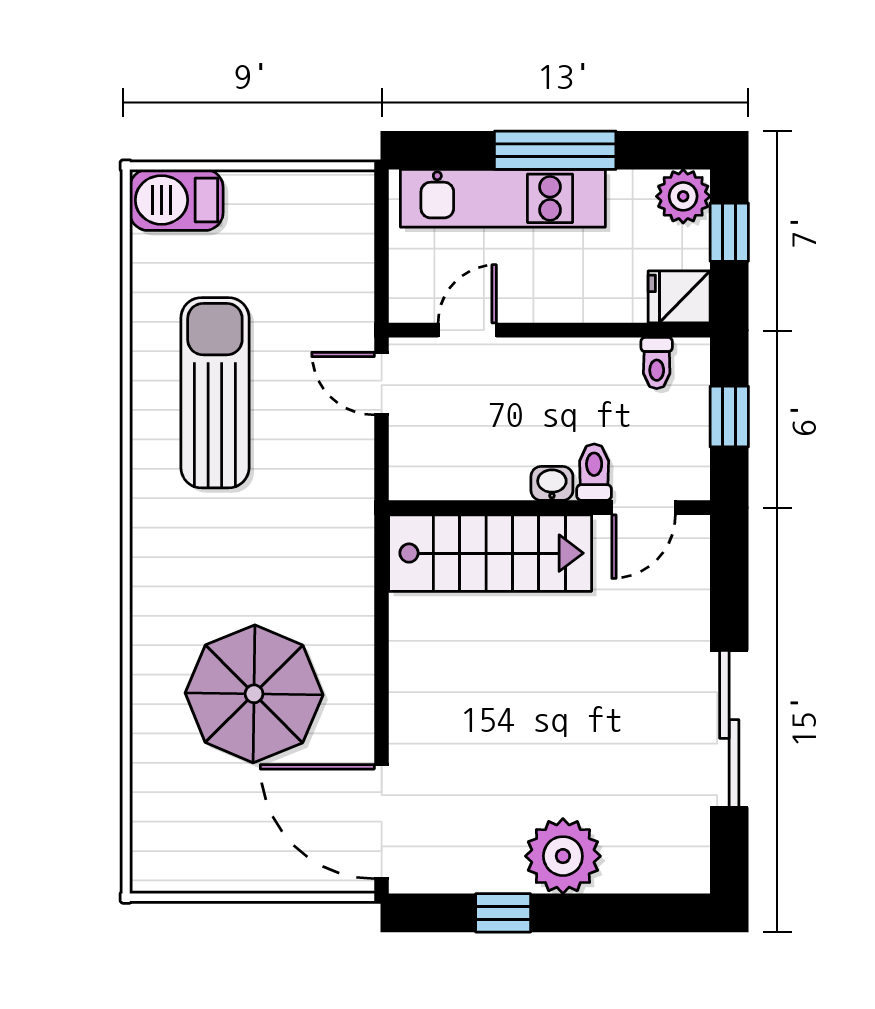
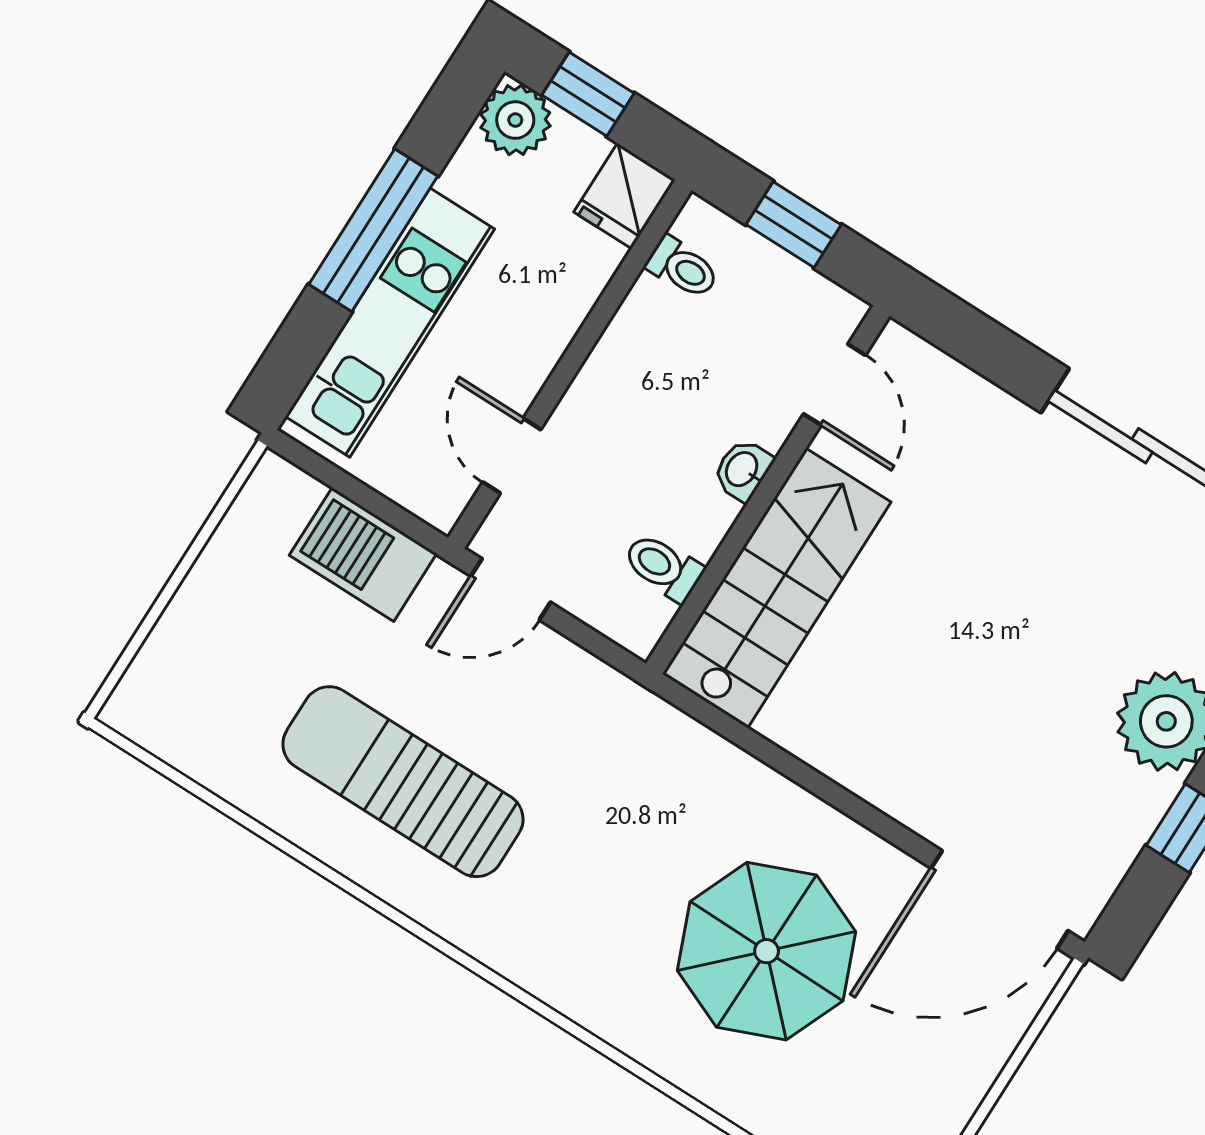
barbecue: (176, 200) -> (363, 555), moved, turned 90
toilet: (594, 472) -> (663, 567), moved

